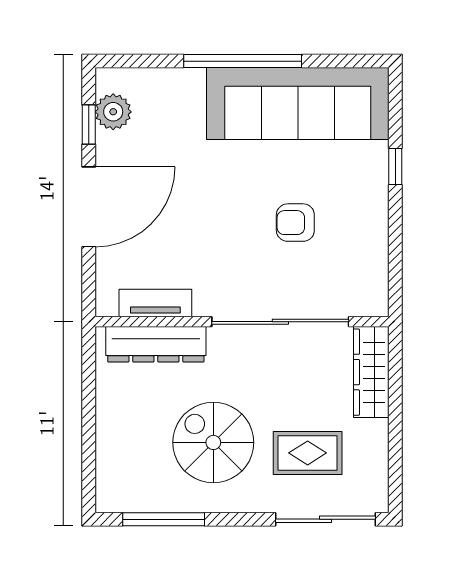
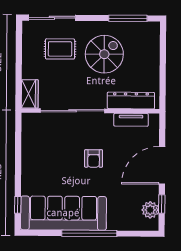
window: (395, 166) -> (18, 205), moved
armchair: (295, 223) -> (94, 158), moved, turned 90
wardrobe: (371, 372) -> (30, 94), width x0.67
spiral stairs: (213, 442) -> (104, 54), turned -90

